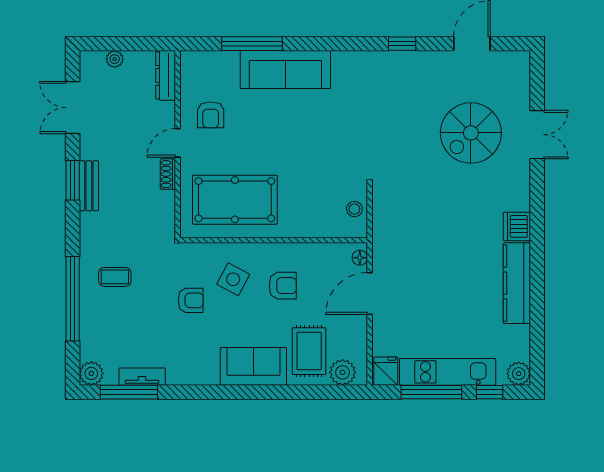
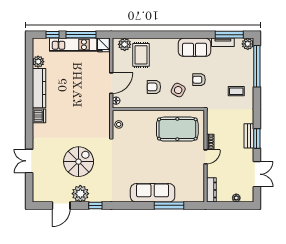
plant: (433, 68) -> (80, 194), added
armchair: (211, 115) -> (189, 171), removed
spiral stairs: (471, 133) -> (79, 162), moved
window: (73, 299) -> (257, 66), moved
sofa: (253, 366) -> (194, 47), moved
plant: (519, 374) -> (38, 62), moved

